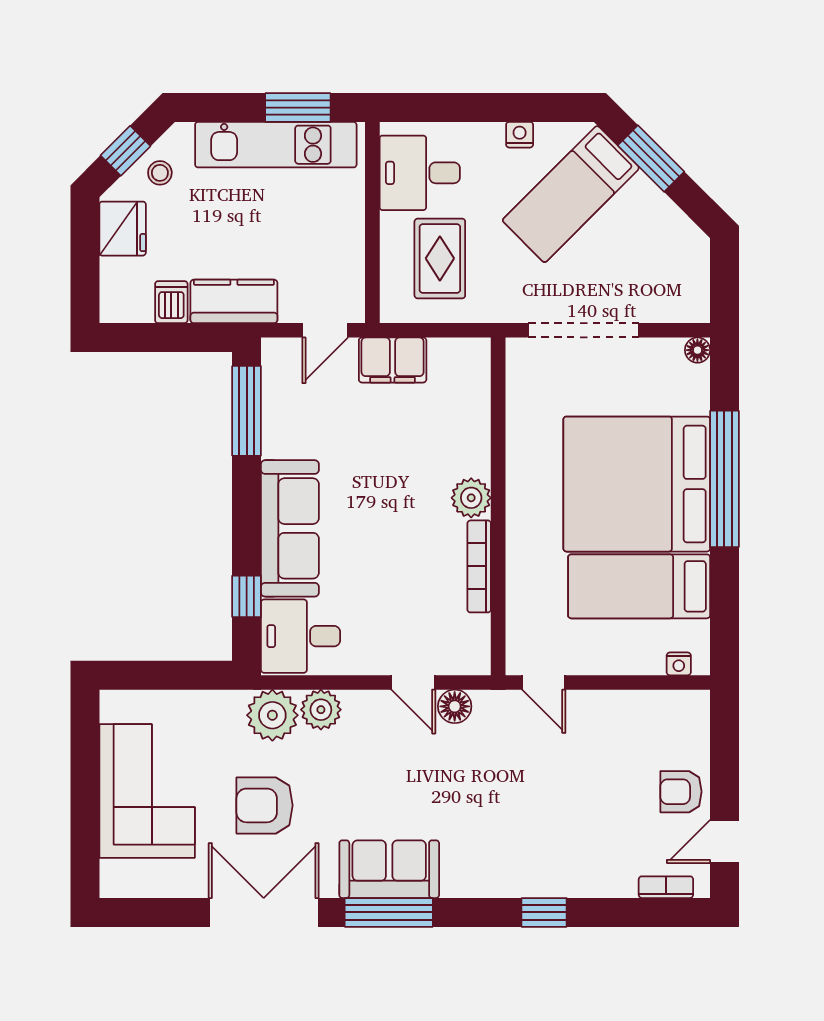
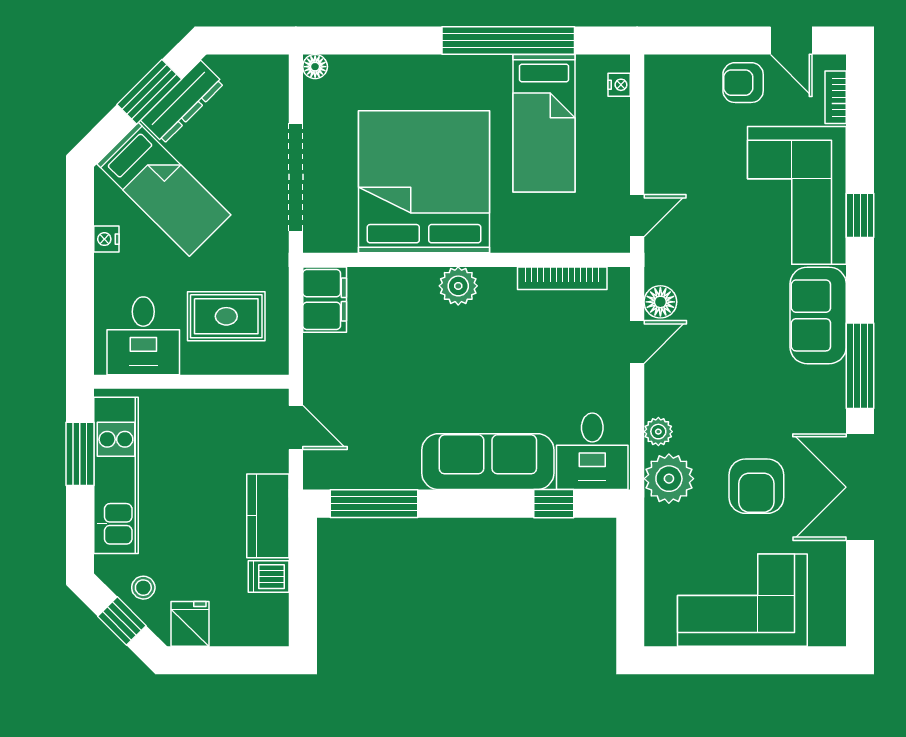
window: (651, 159) -> (149, 92), moved
dresser: (661, 213) -> (182, 102), added
fridge: (123, 229) -> (190, 624), width x0.72
filing cabinet: (393, 360) -> (325, 300), moved
window: (724, 479) -> (508, 40), moved
bed: (637, 484) -> (424, 182), moved, turned 180
bookcase: (479, 566) -> (562, 278), moved
plant: (321, 710) -> (658, 432), width x0.73, depth x0.73
armchair: (681, 792) -> (743, 83), turned 90
corner sofa: (565, 847) -> (797, 195), added
sofa: (389, 869) -> (818, 315), moved

